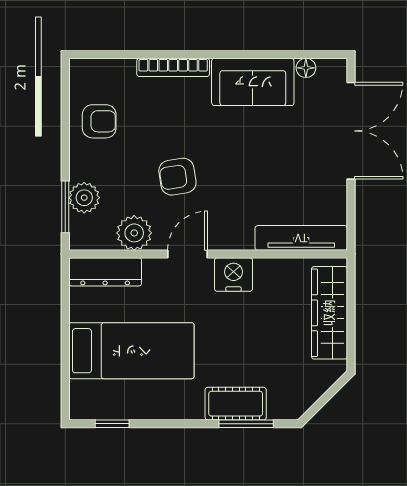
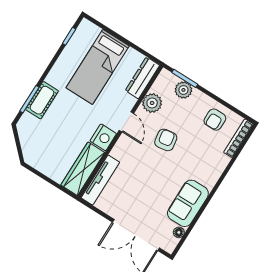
bookcase: (173, 67) -> (238, 138), moved
wardrobe: (329, 313) -> (83, 169), moved, turned -90

